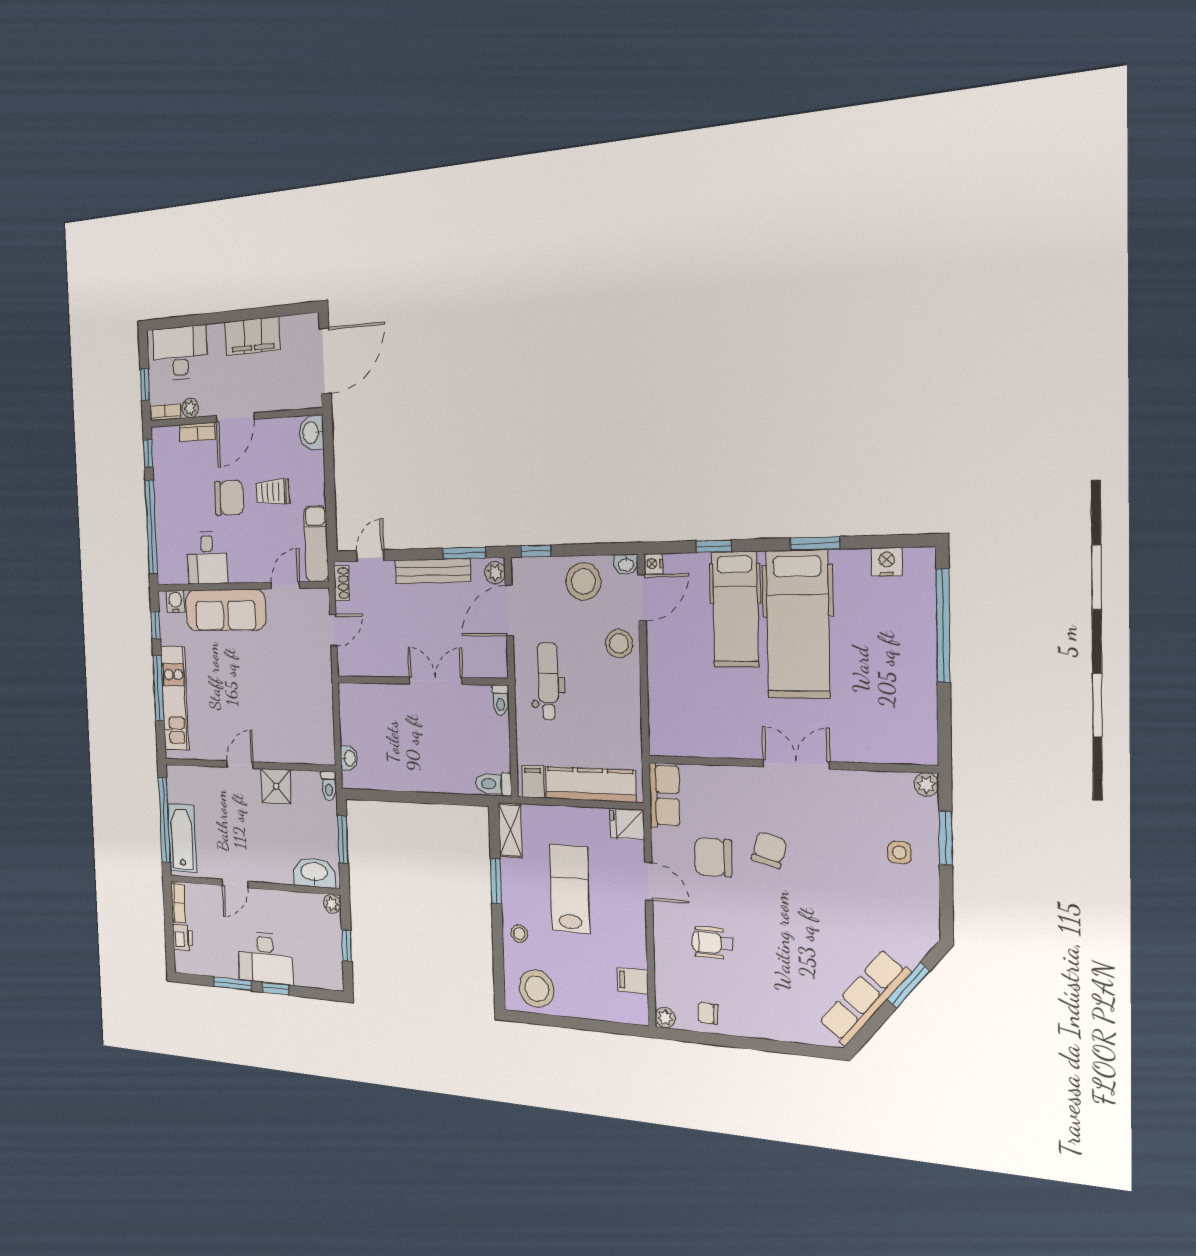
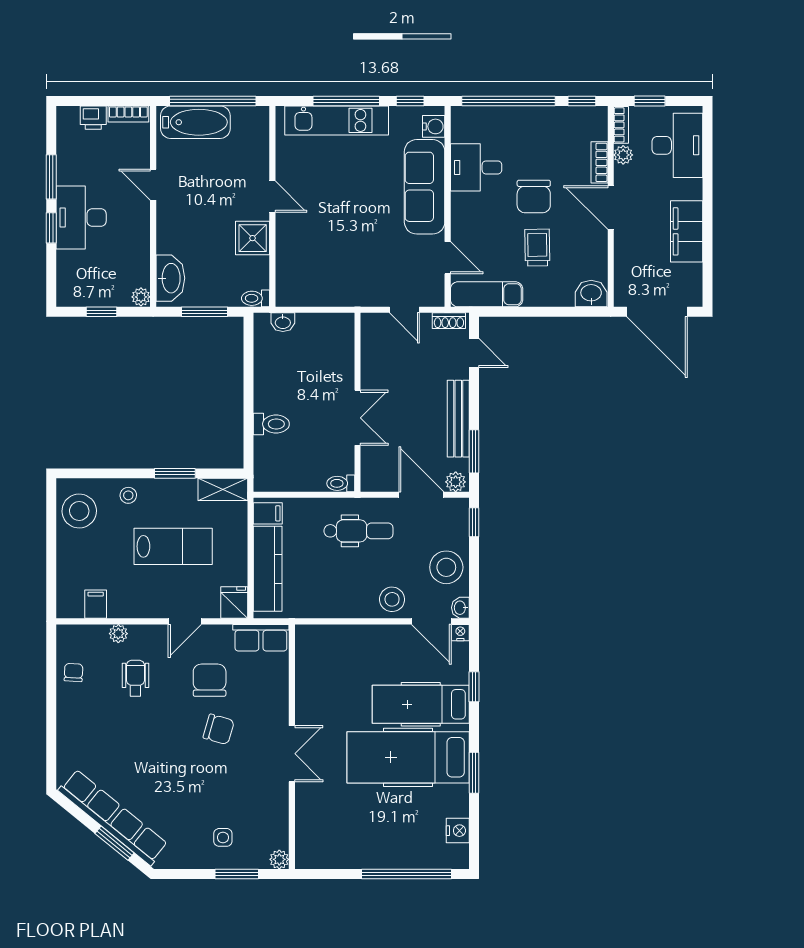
toilet: (494, 784) -> (271, 424), moved, turned 90
row of seats: (864, 998) -> (113, 817), width x1.36
plant: (665, 1018) -> (118, 634), moved

